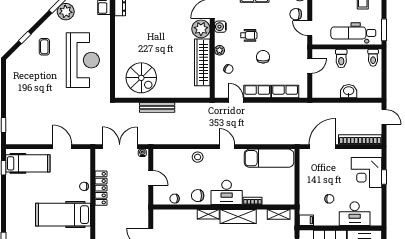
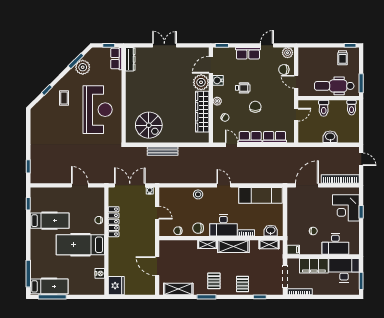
hospital bed: (28, 163) -> (50, 221), moved
washbasin: (281, 198) -> (271, 231), added

